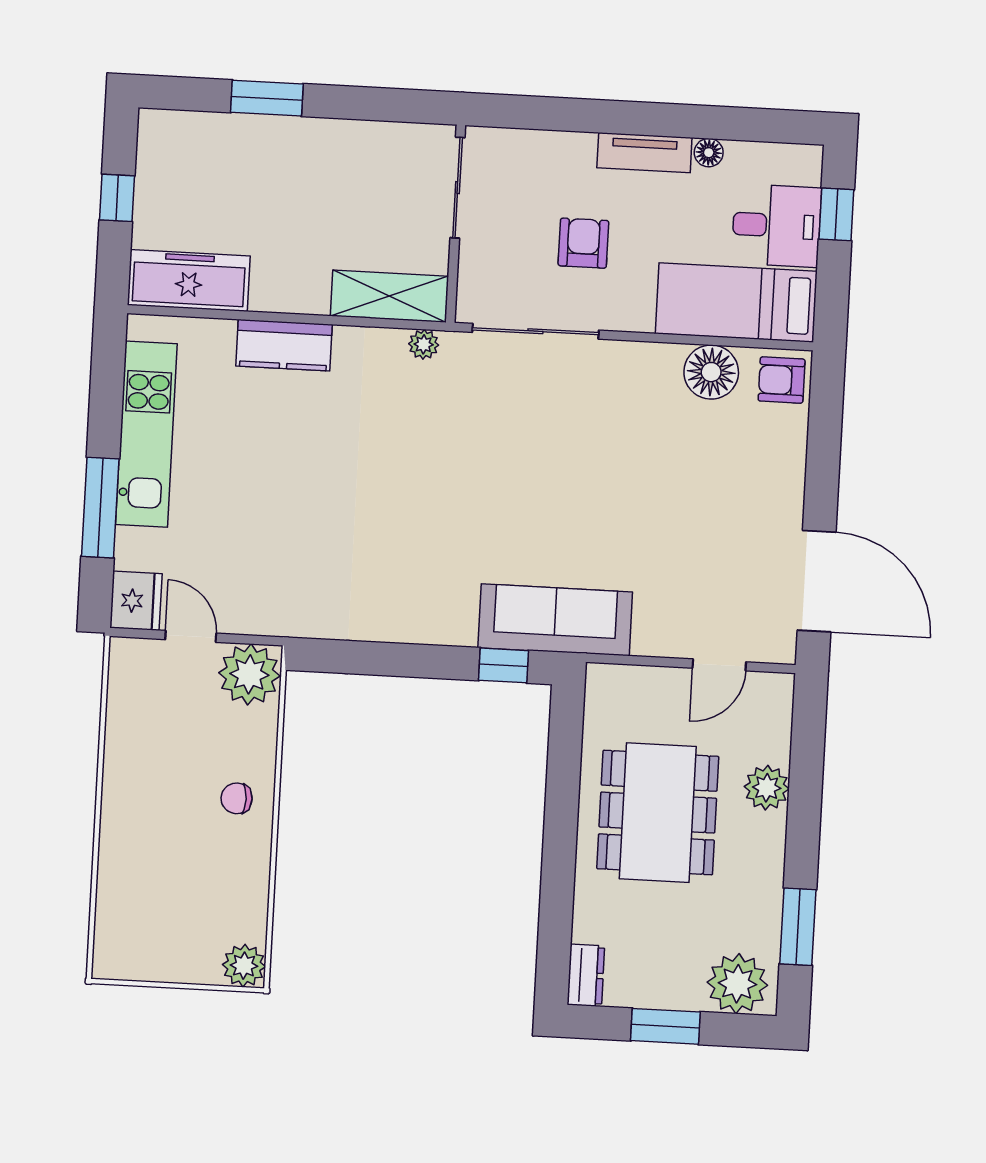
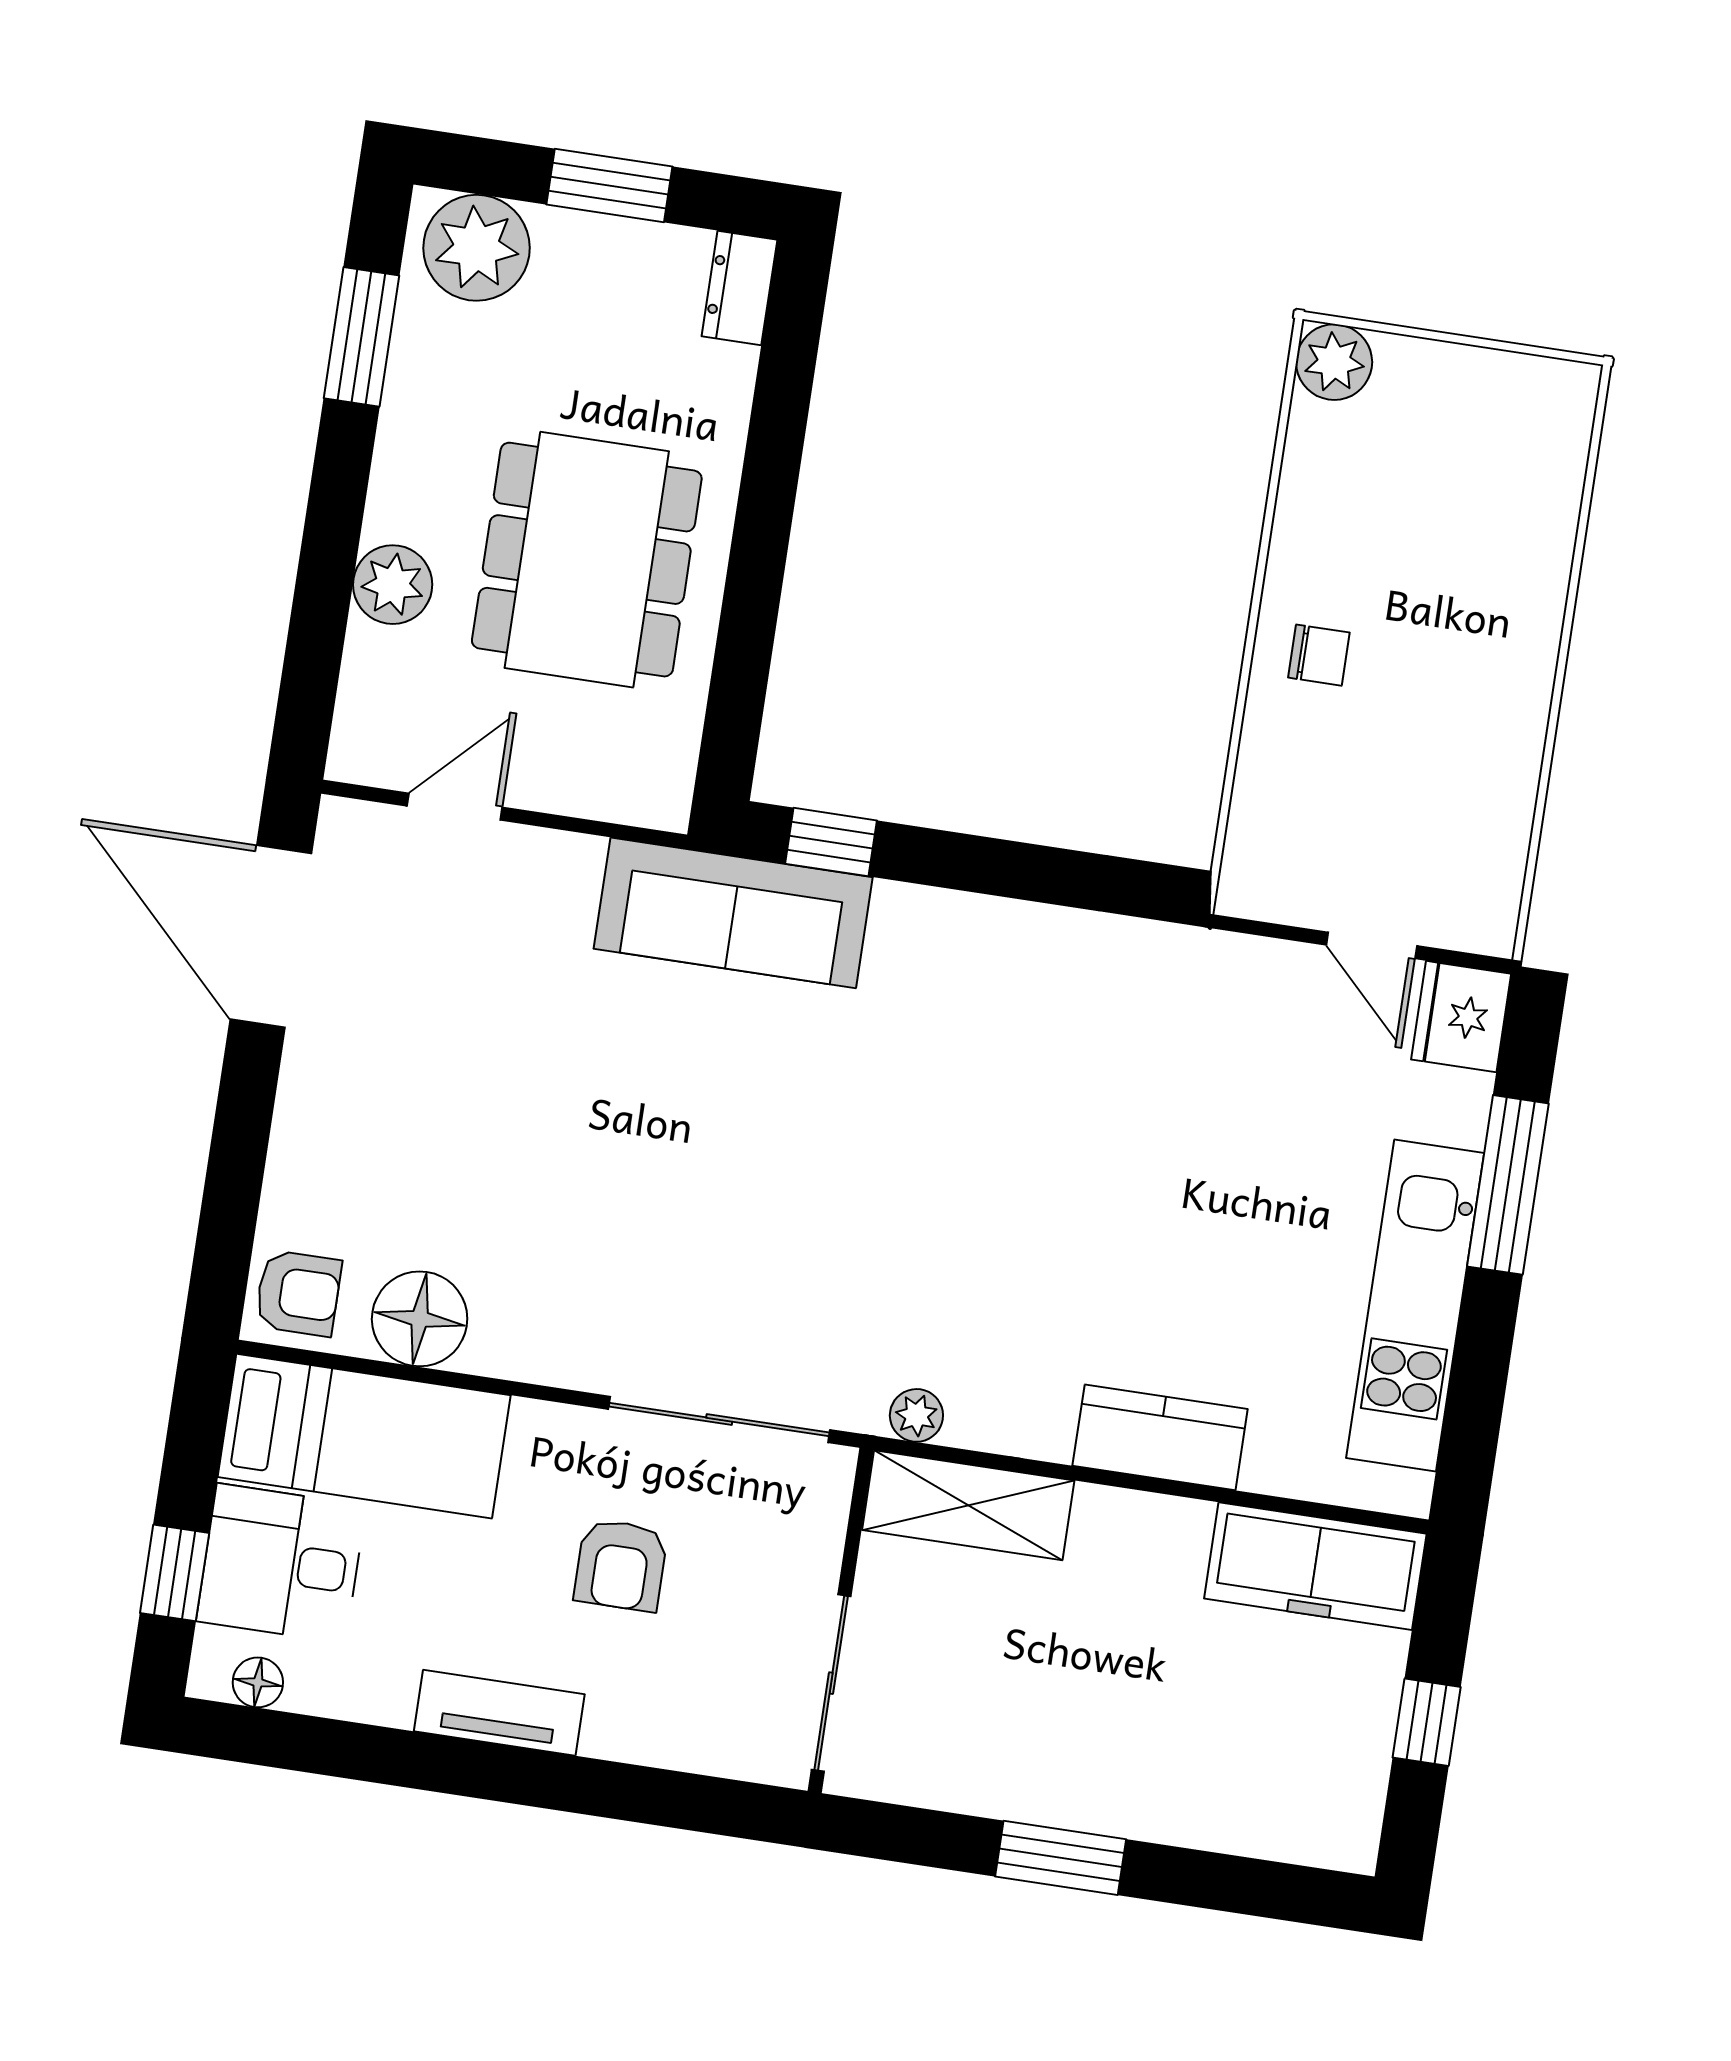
window: (267, 98) -> (1061, 1858), moved
floor lamp: (709, 153) -> (258, 1682), moved
plant: (249, 674) -> (1276, 869), removed

